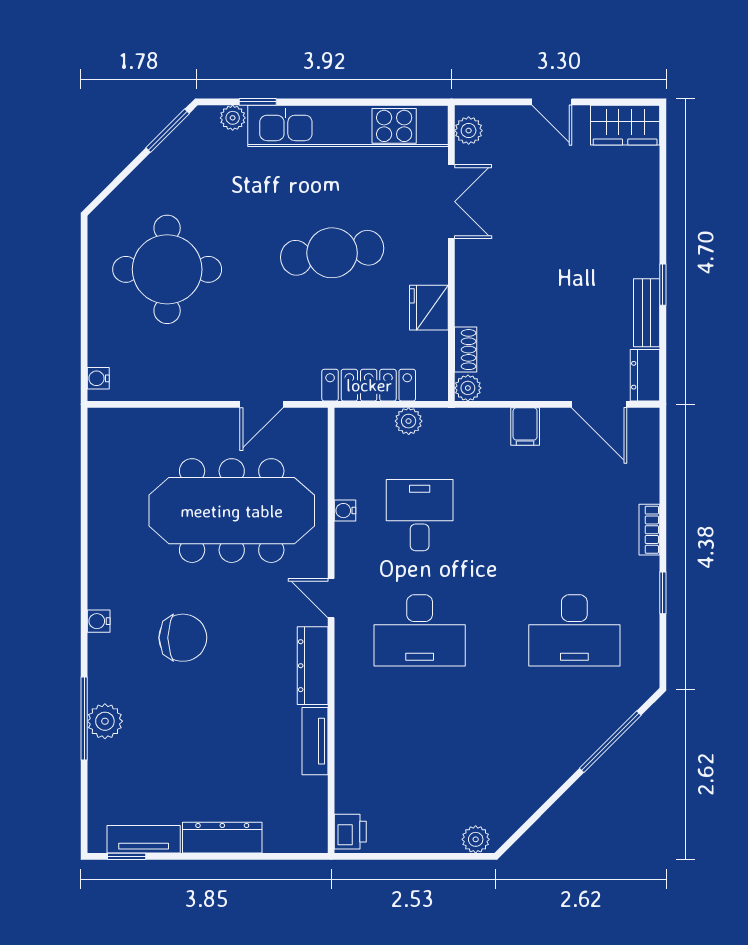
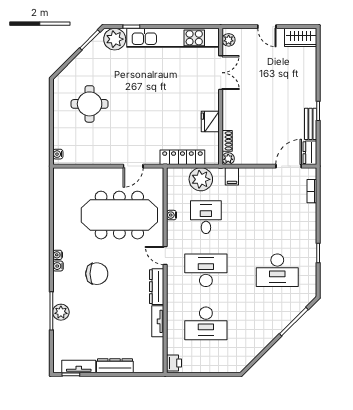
plant: (233, 118) -> (115, 39), width x1.88, depth x1.88
cafe table: (332, 253) -> (166, 96), removed
round table: (167, 269) -> (90, 104), width x0.73, depth x0.73
door: (599, 404) -> (289, 166), swing flipped
plant: (409, 421) -> (201, 179), width x1.88, depth x1.88
filing cabinet: (525, 427) -> (232, 176), moved
bookcase: (649, 530) -> (312, 191), moved
water cooler: (98, 597) -> (58, 255), added
desk: (420, 630) -> (206, 270), turned 180
desk: (420, 745) -> (206, 323), added
plant: (476, 839) -> (232, 367), removed

